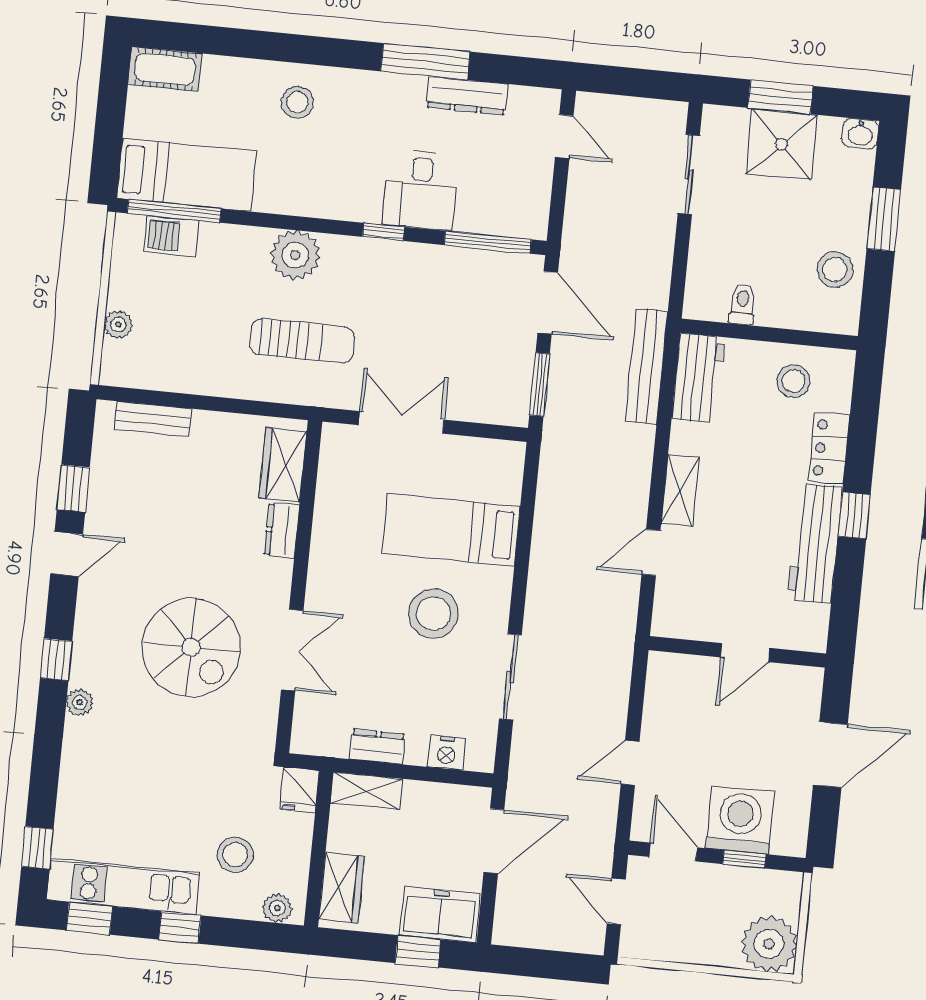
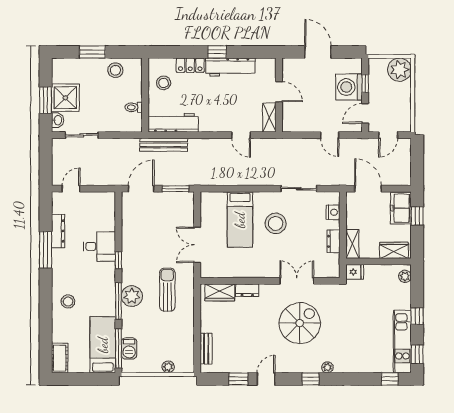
washbasin: (860, 134) -> (58, 120), moved
window: (488, 242) -> (118, 301), moved
workbench: (698, 378) -> (173, 123), width x1.38
shelving: (680, 490) -> (269, 118), moved, turned 90
door: (67, 554) -> (266, 379), hinge flipped
stool: (235, 855) -> (384, 296), removed

